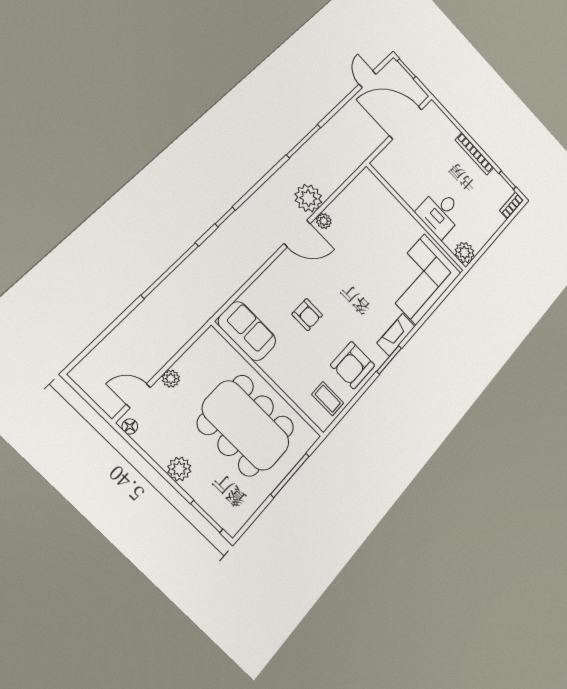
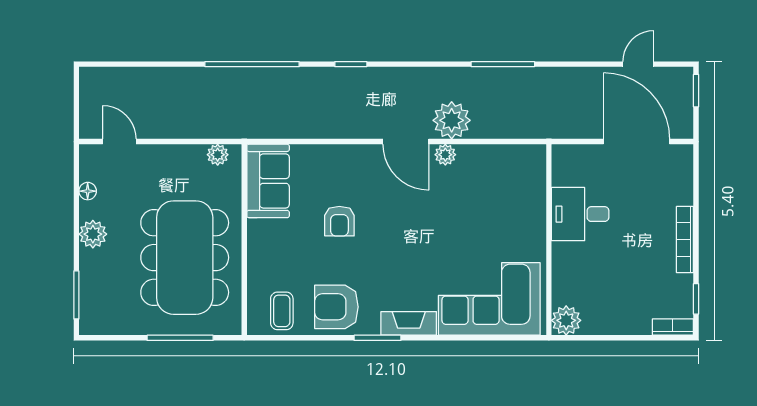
desk: (440, 213) -> (580, 214), moved
plant: (171, 379) -> (218, 155), moved
floor lamp: (130, 426) -> (88, 191), moved

